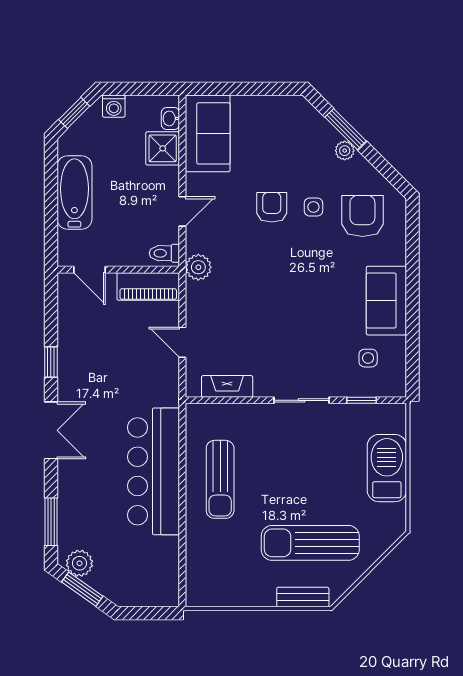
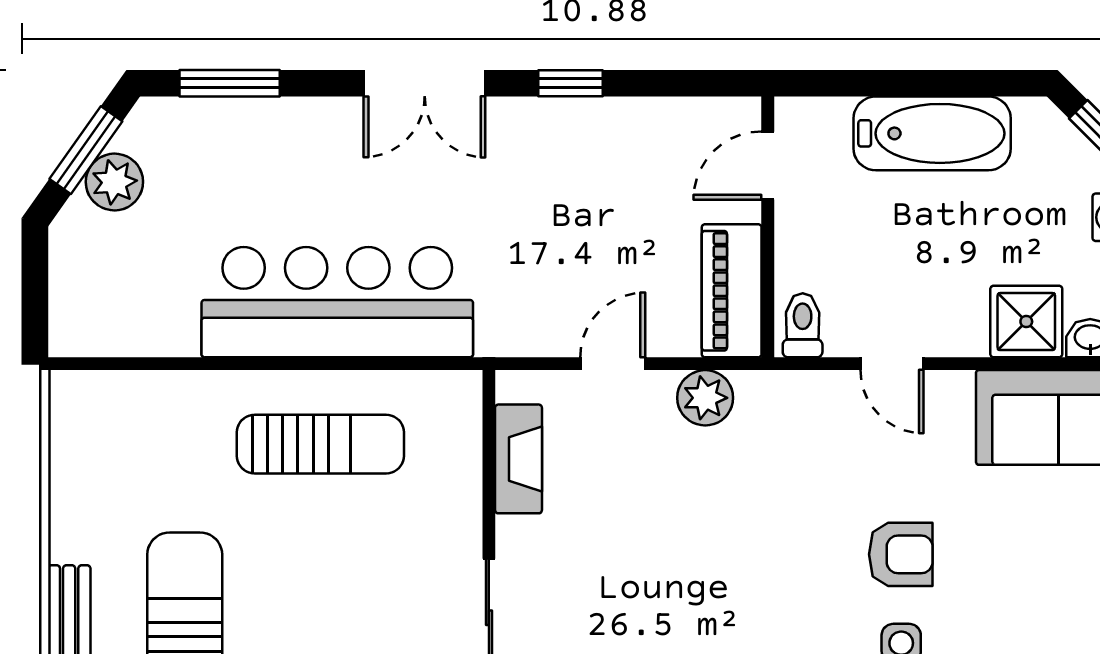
plant: (198, 267) -> (705, 398), moved
sun lounger: (220, 479) -> (320, 444), turned 180
plant: (79, 563) -> (114, 182), moved

